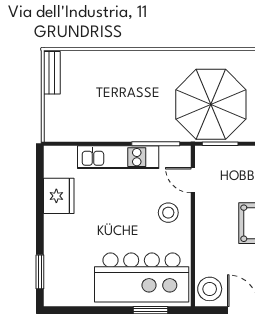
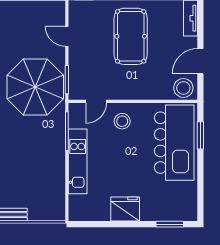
fridge: (59, 196) -> (125, 209), moved

